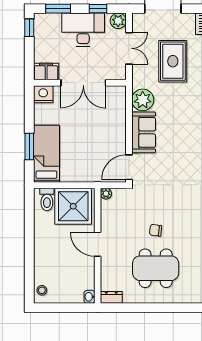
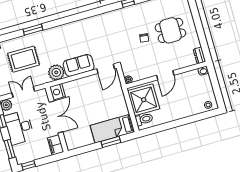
nightstand: (43, 94) -> (57, 92), moved
door: (129, 167) -> (106, 69), hinge flipped
dining table: (156, 268) -> (170, 30), width x0.73

